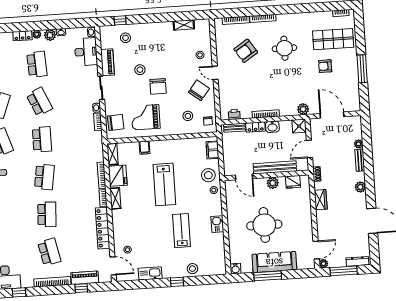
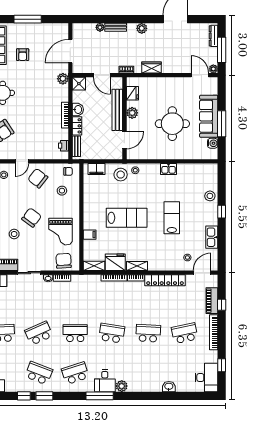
chair: (158, 86) -> (32, 218), turned -53
lab bench: (181, 231) -> (172, 218), moved, turned 90
water cooler: (235, 269) -> (213, 143), moved

